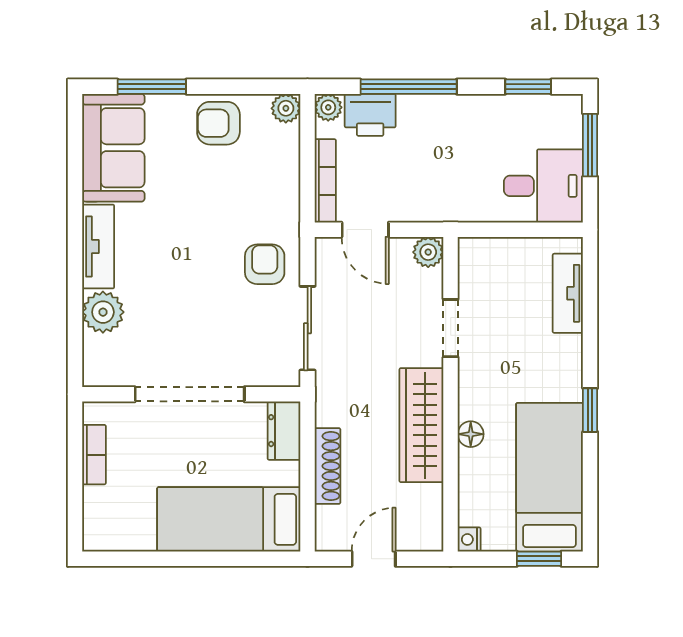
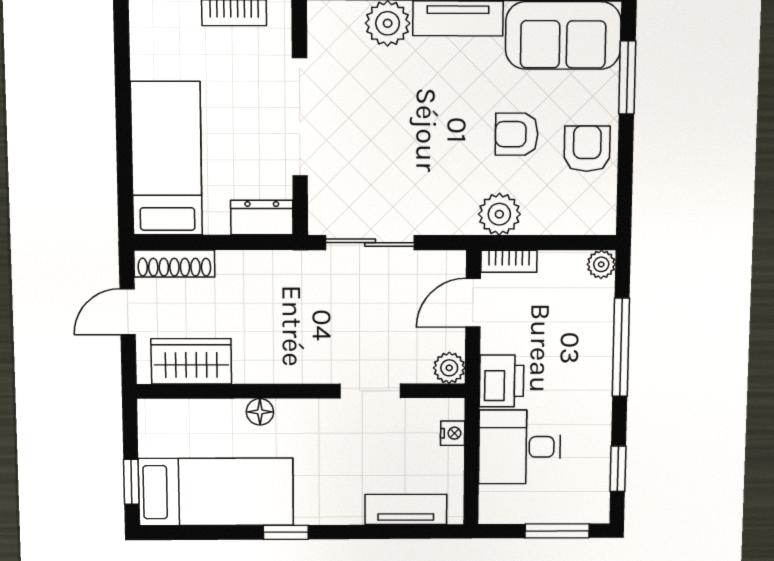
plant: (286, 108) -> (499, 214), moved, width x1.38, depth x1.38
printer: (370, 115) -> (502, 381), moved, turned 180
bookcase: (325, 181) -> (509, 261), width x0.64
desk: (543, 186) -> (520, 447), moved, turned 90
armchair: (265, 264) -> (517, 134), moved, turned 180
wardrobe: (421, 425) -> (191, 361), moved, width x0.67
shoe rack: (328, 466) -> (174, 264), moved
nightstand: (469, 539) -> (453, 433), moved, turned 90
door: (374, 559) -> (128, 312), swing flipped

